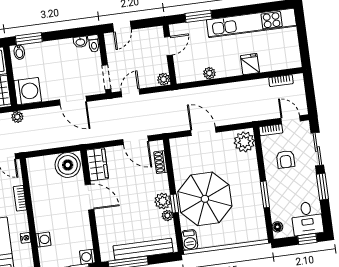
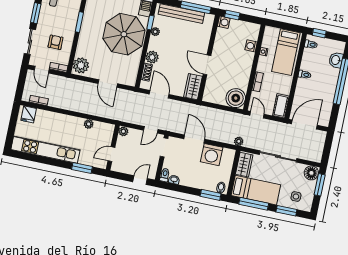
fridge: (250, 64) -> (29, 114), moved
washing machine: (28, 91) -> (212, 155), moved, turned -90
boiler: (68, 165) -> (236, 98), moved
plant: (163, 201) -> (152, 57), moved
window: (174, 203) -> (150, 23), moved

